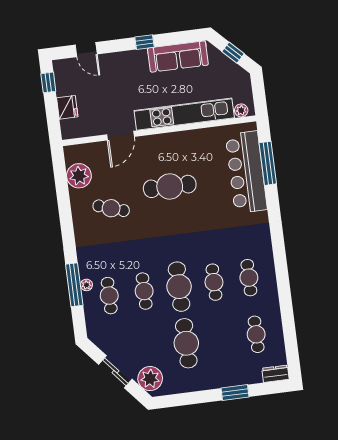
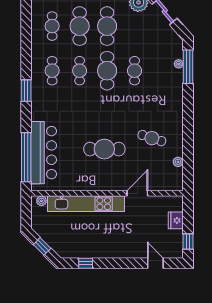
window: (144, 42) -> (86, 263), moved
sofa: (178, 57) -> (85, 249), removed
window: (268, 163) -> (26, 157), width x1.46
plant: (79, 176) -> (178, 162), width x0.53, depth x0.53
window: (279, 248) -> (26, 91), added
window: (74, 285) -> (188, 67), moved
plant: (86, 285) -> (179, 64), moved
cafe table: (109, 296) -> (80, 26), moved, width x1.37, depth x1.35

